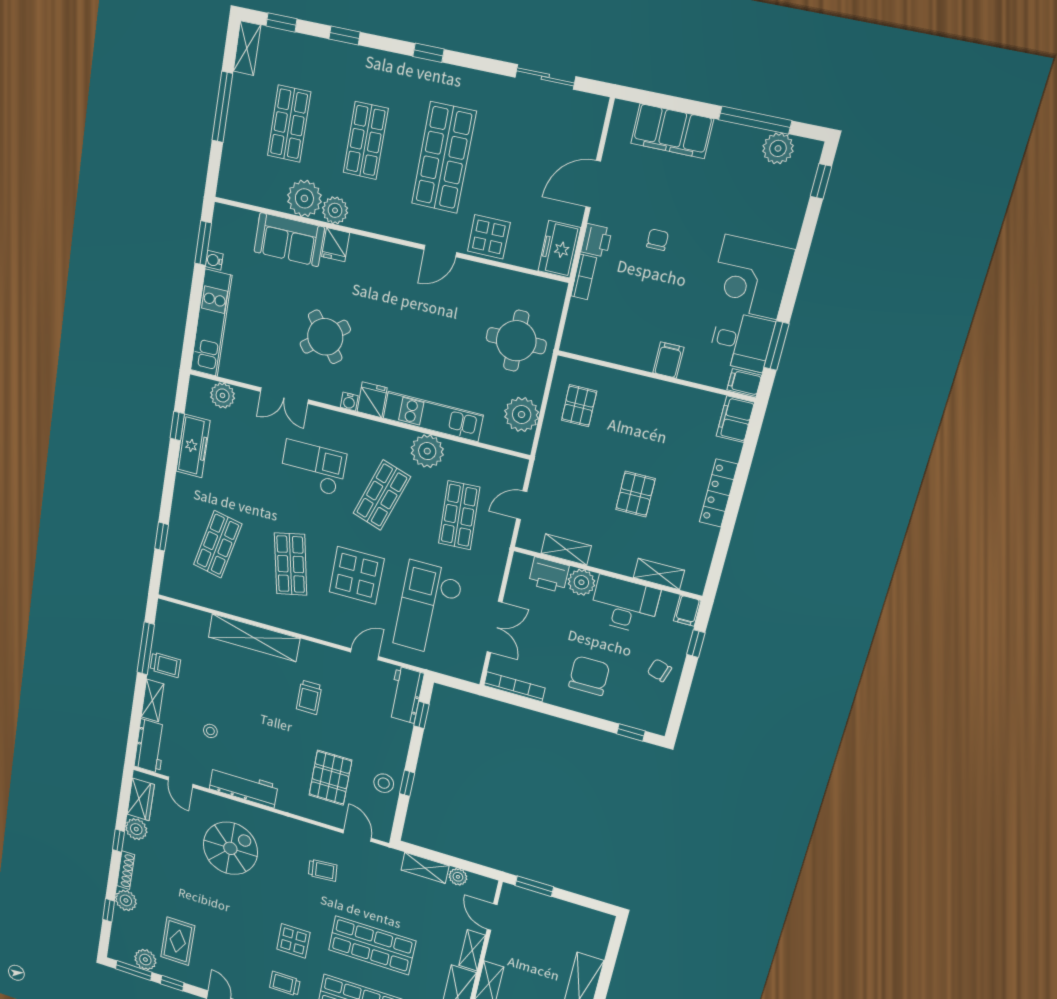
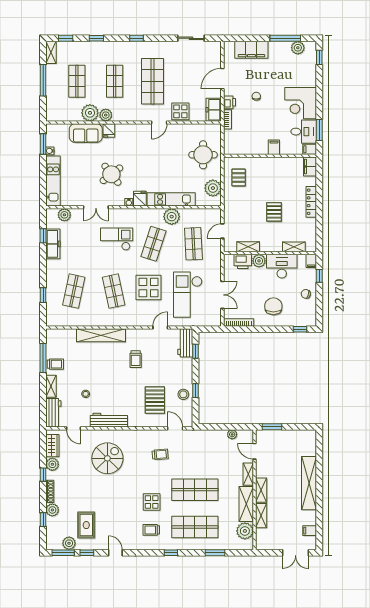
shelving: (425, 868) -> (214, 435), removed

